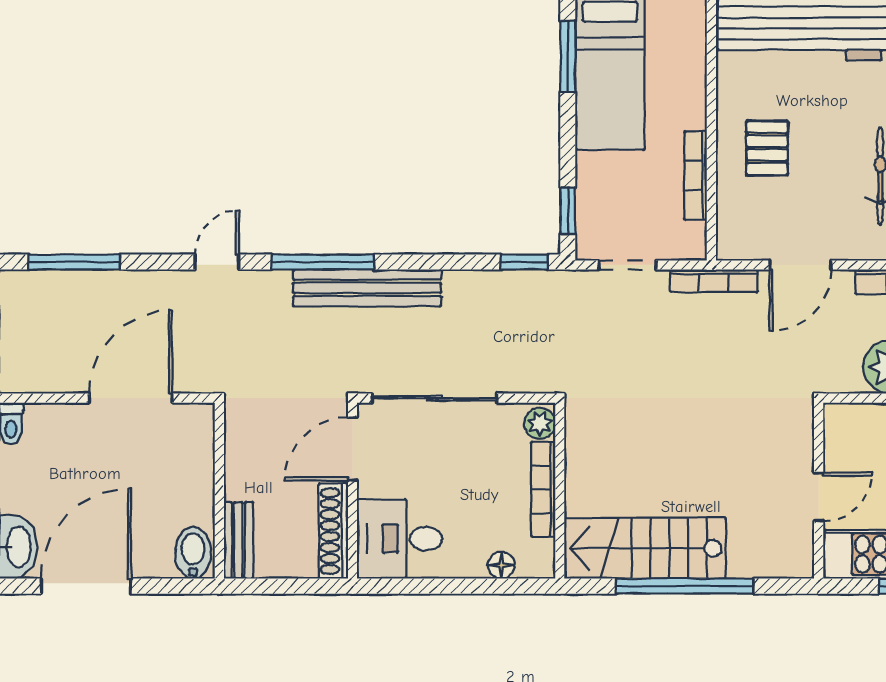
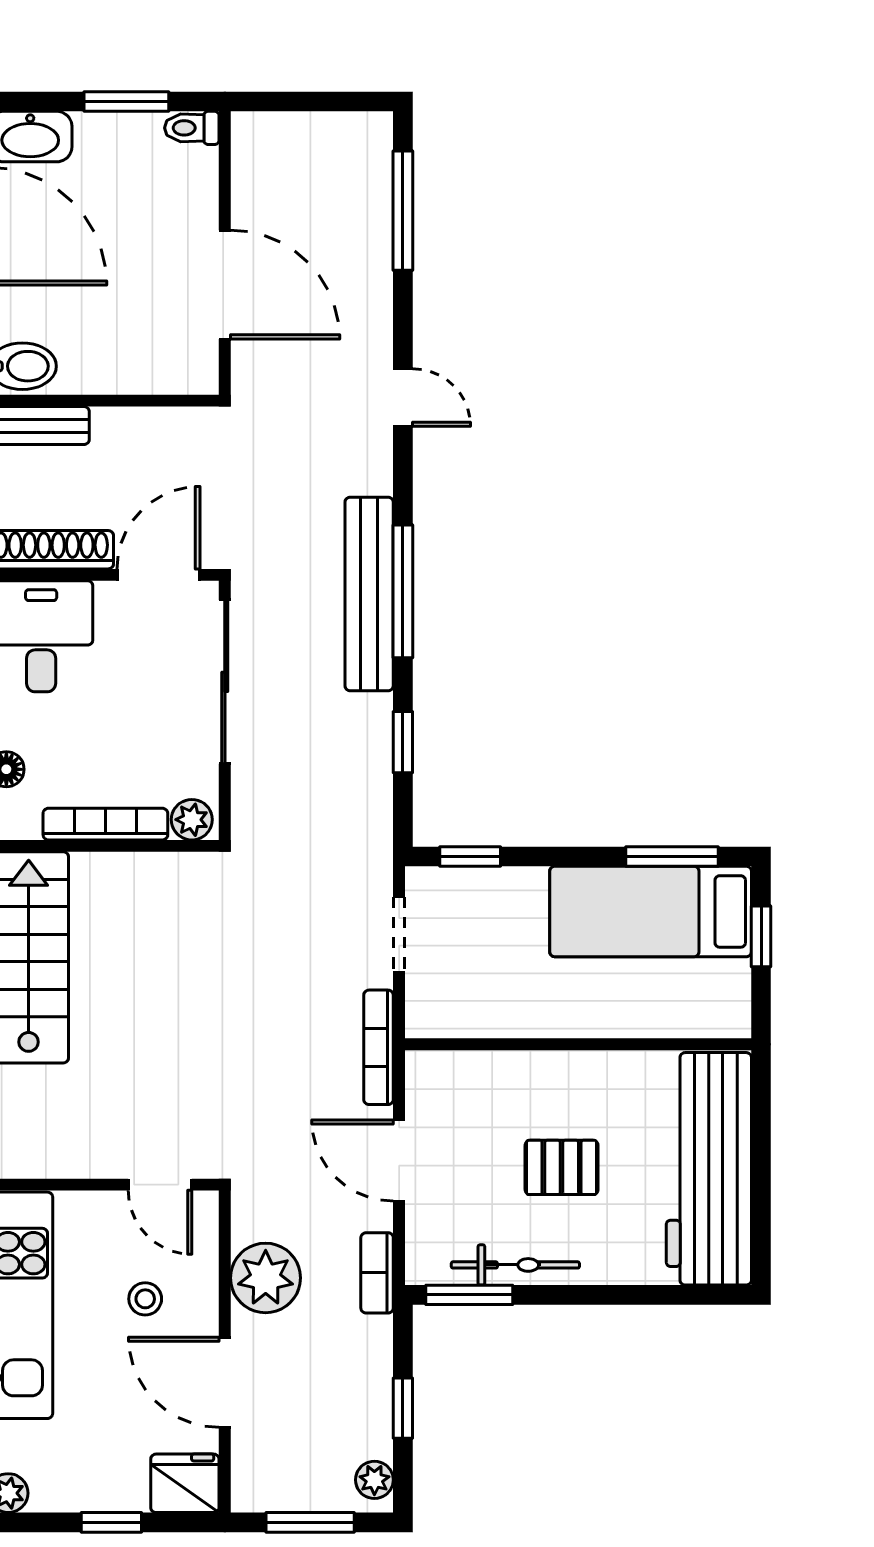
pallet: (767, 148) -> (562, 1167), moved
bookcase: (696, 175) -> (516, 1024), removed
window: (323, 262) -> (403, 591), moved
window: (524, 262) -> (403, 742), moved
door: (353, 449) -> (158, 575), hinge flipped
door: (819, 497) -> (160, 1185), moved

